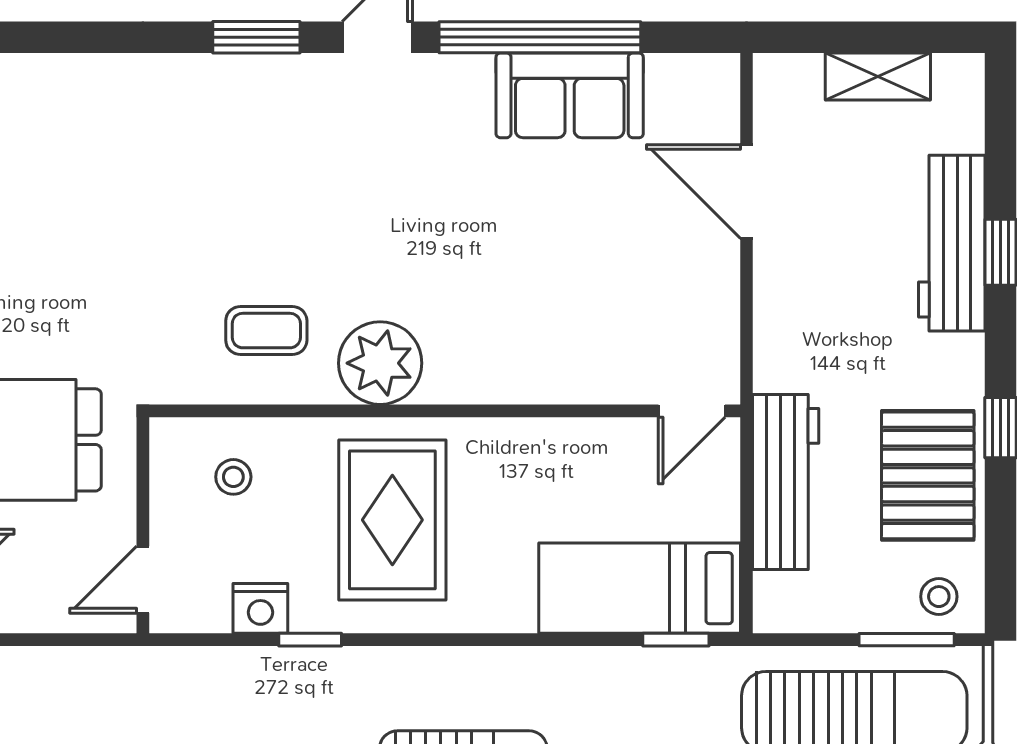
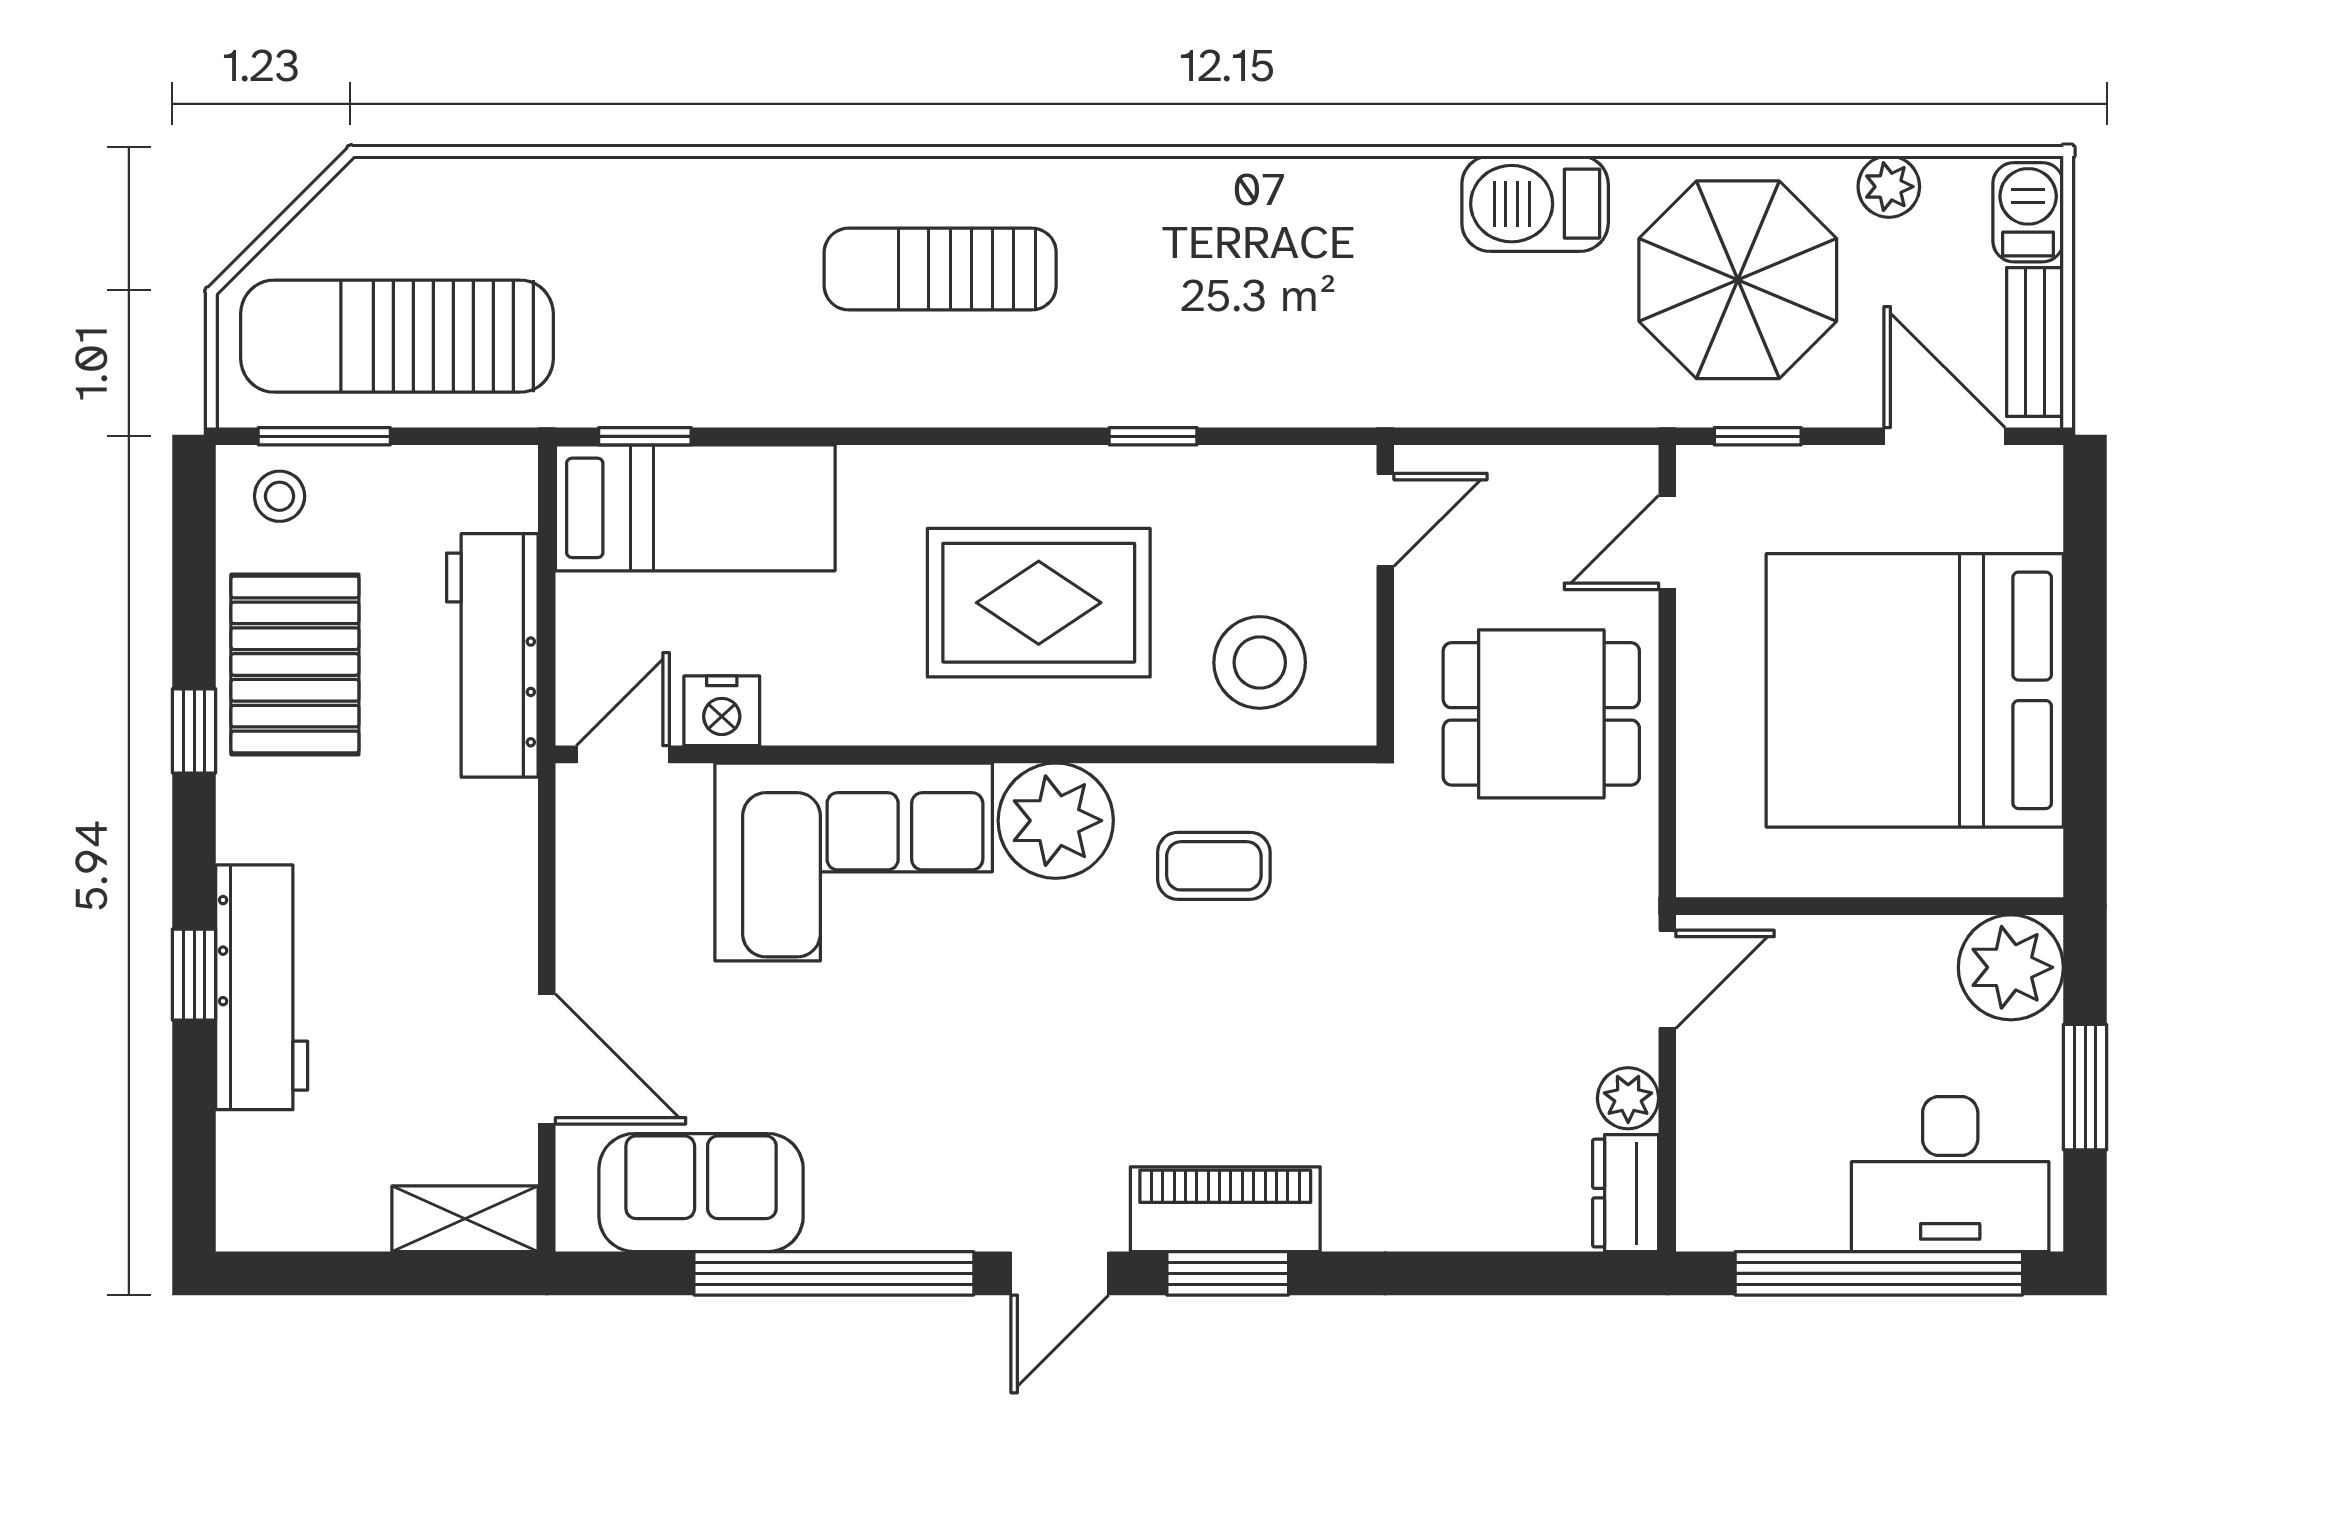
shelving: (878, 76) -> (465, 1219), moved
piano: (258, 83) -> (1225, 1209), added
sofa: (570, 95) -> (701, 1193), moved
corner sofa: (526, 333) -> (854, 862), added
stool: (233, 477) -> (1260, 662), width x1.89, depth x1.89
rug: (392, 520) -> (1039, 603), turned 90
nightstand: (260, 608) -> (722, 711), moved, turned 180

